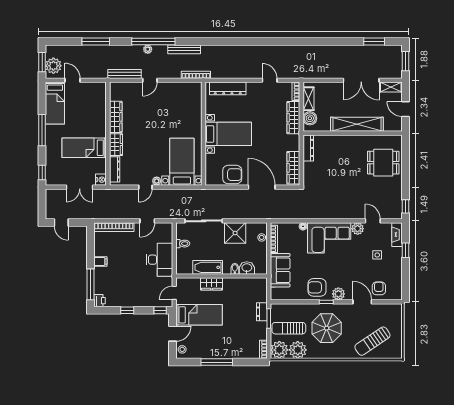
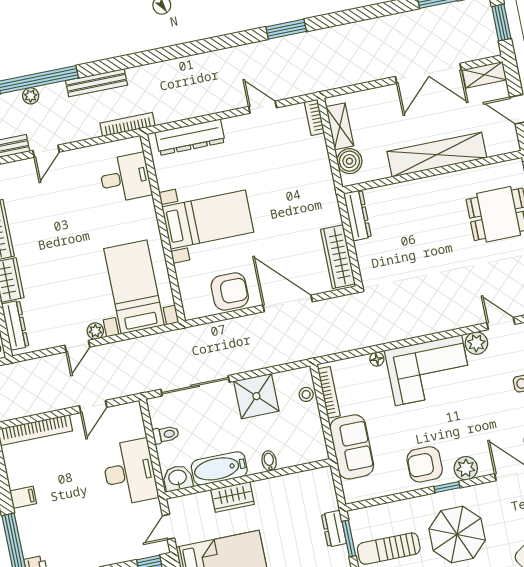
window: (290, 41) -> (286, 29), added
desk: (189, 103) -> (125, 178), added
wardrobe: (293, 118) -> (320, 166), removed
washbasin: (247, 268) -> (178, 478), moved

